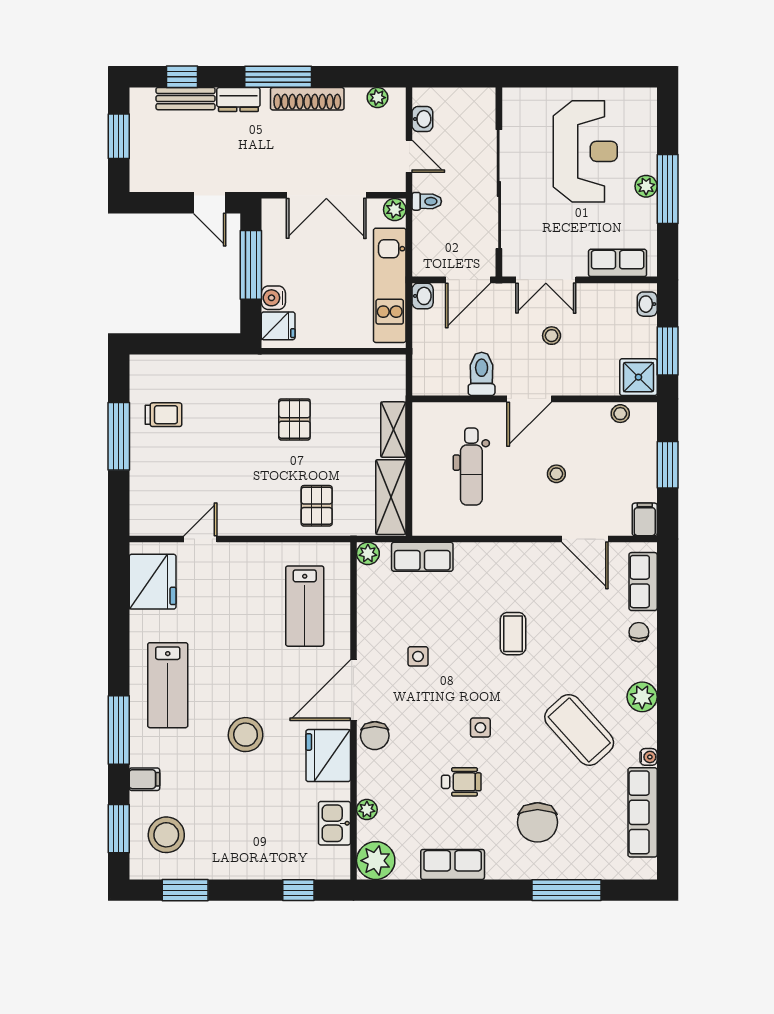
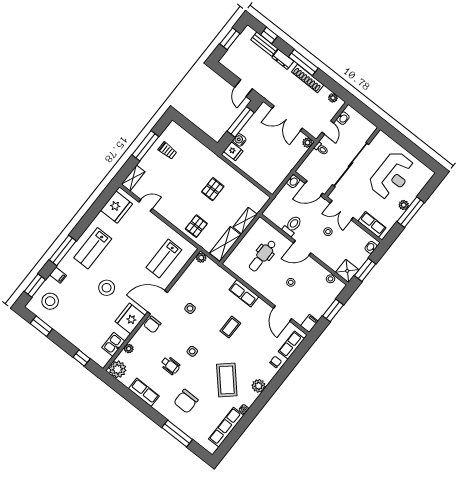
kitchen unit: (390, 285) -> (284, 168), removed
shelving: (141, 509) -> (133, 178), added
row of seats: (422, 557) -> (244, 293), moved

